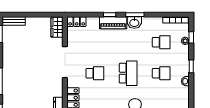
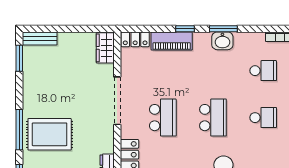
piano: (113, 23) -> (172, 41), moved
school desk: (95, 73) -> (163, 118), width x1.85
rug: (20, 84) -> (50, 134), added

